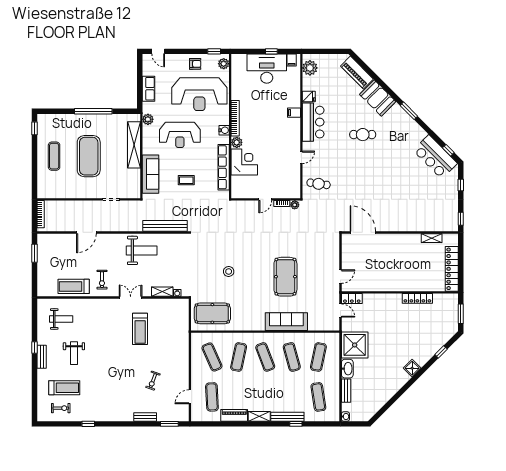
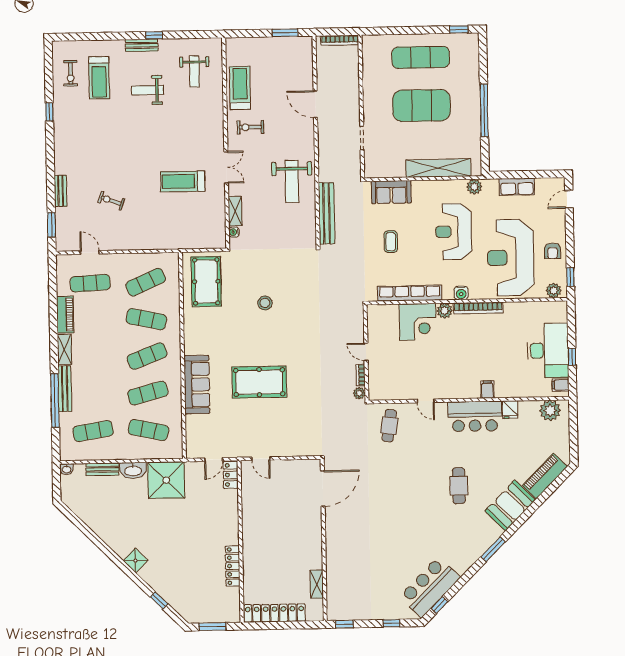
exercise mat: (54, 156) -> (421, 57), width x1.36, depth x1.45
sofa: (151, 174) -> (391, 192), width x0.73
window: (296, 424) -> (55, 401), width x3.17

